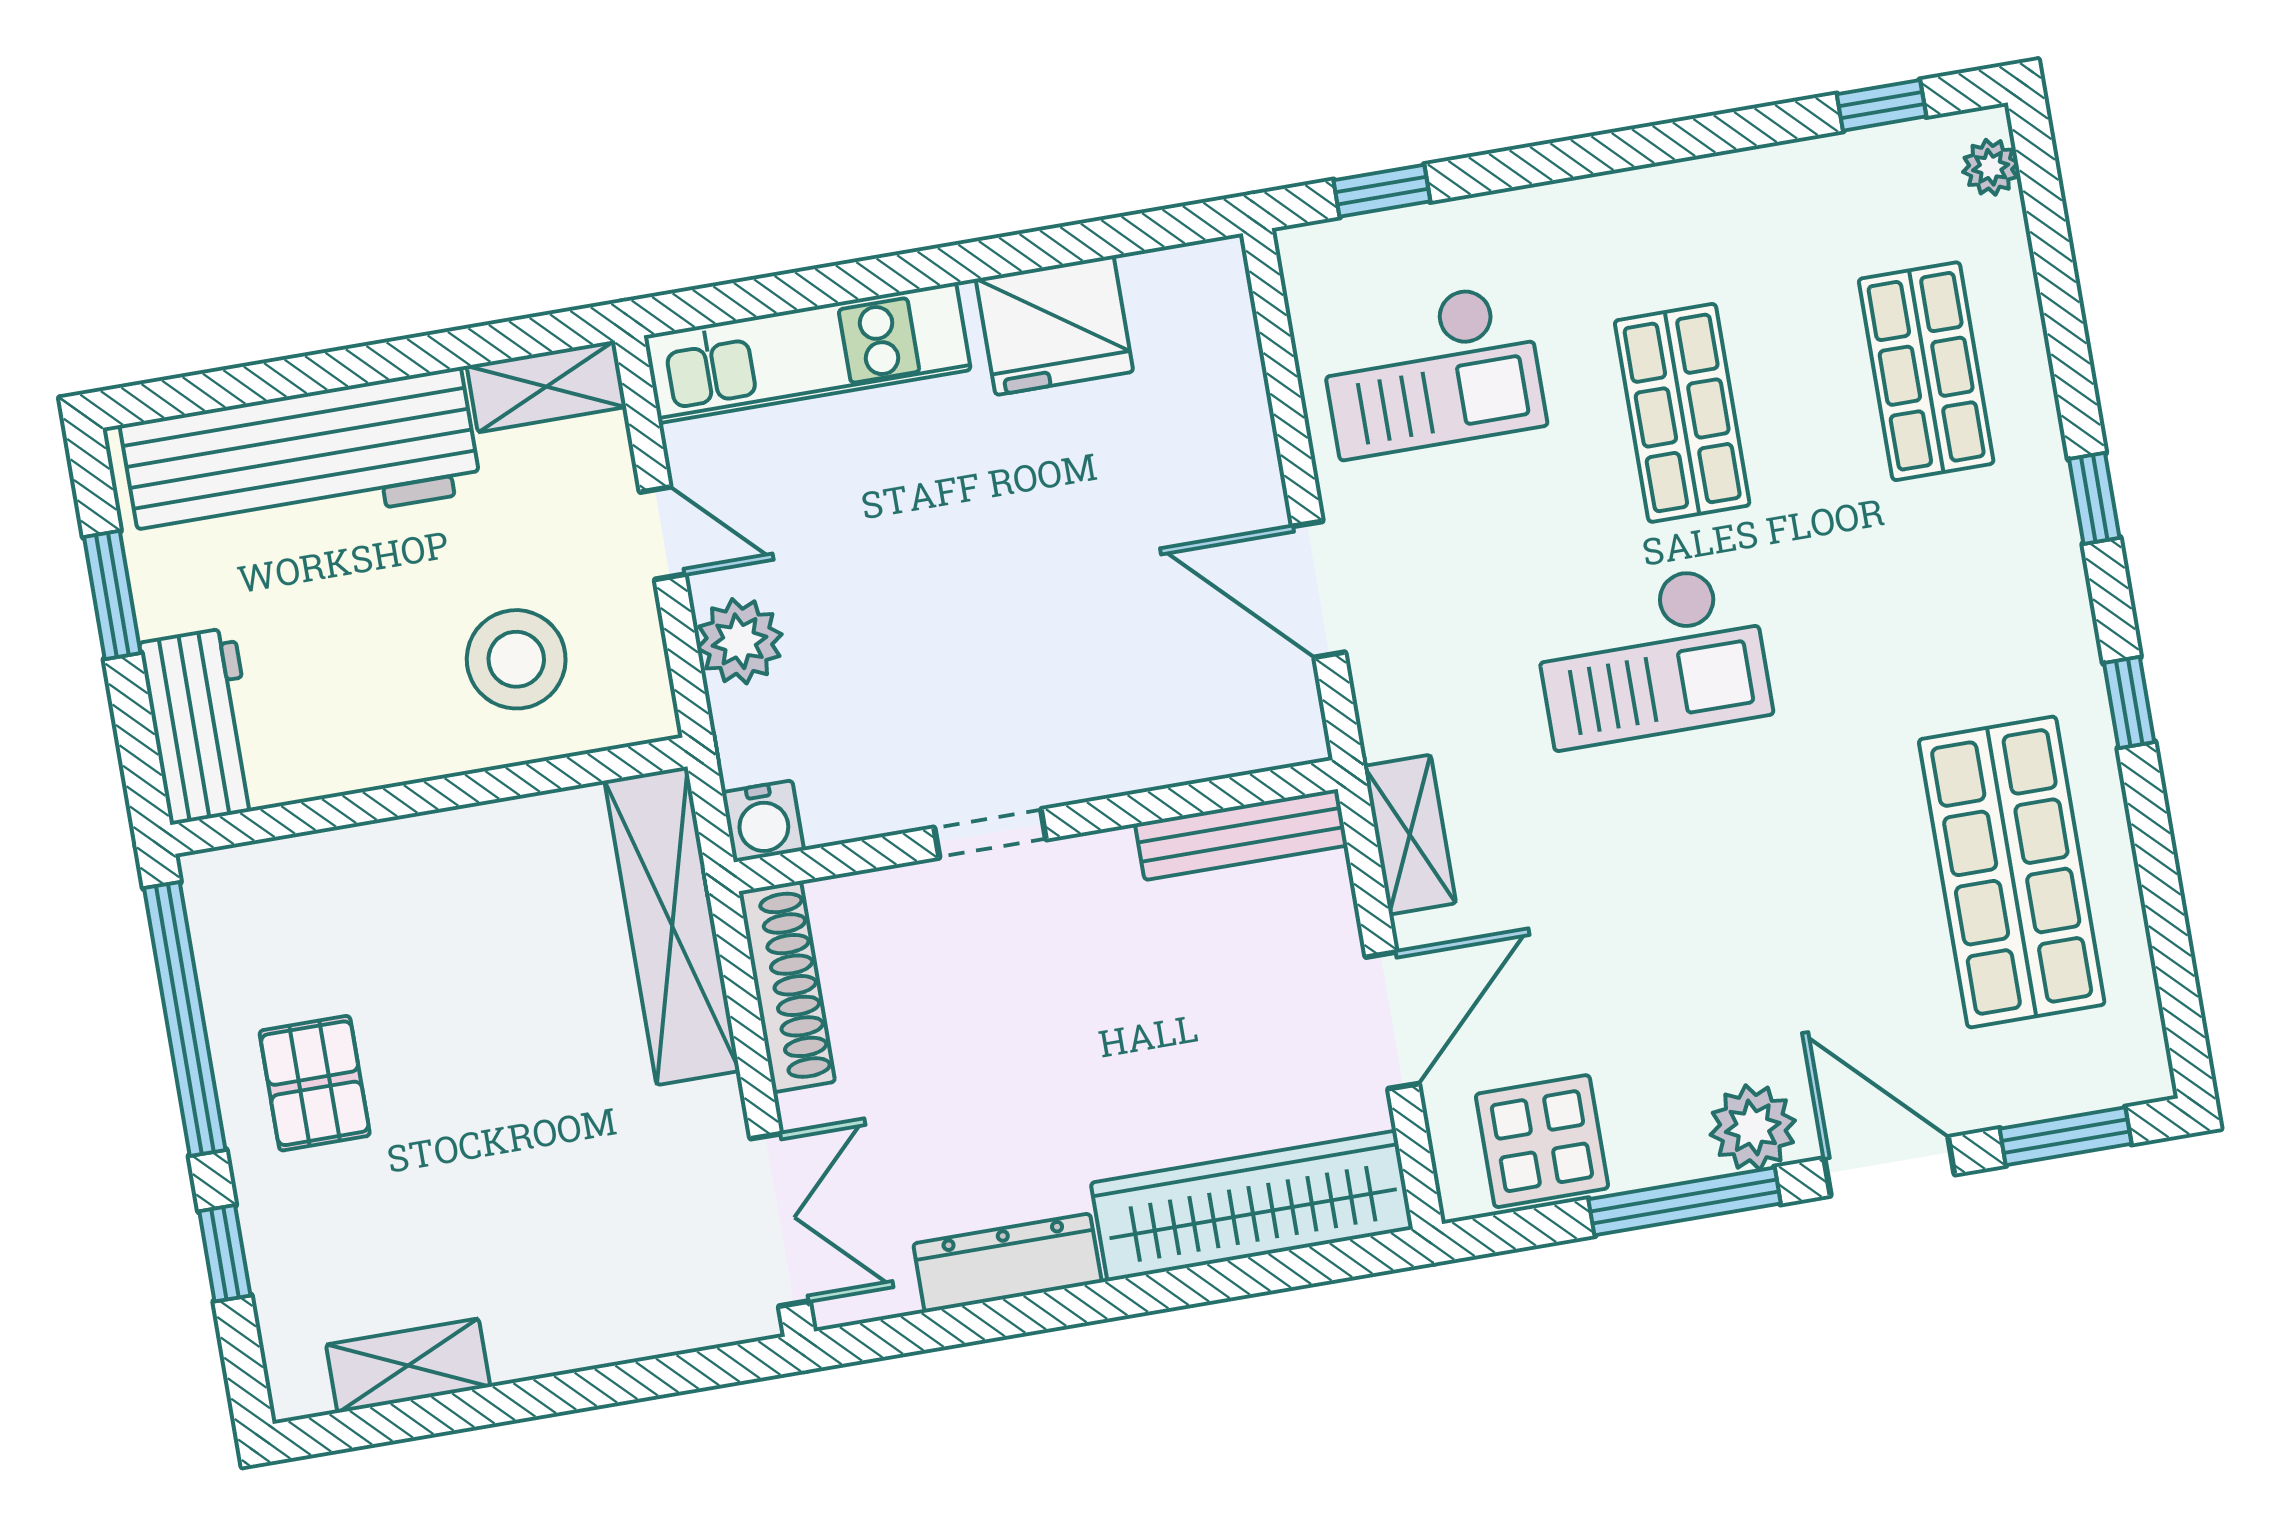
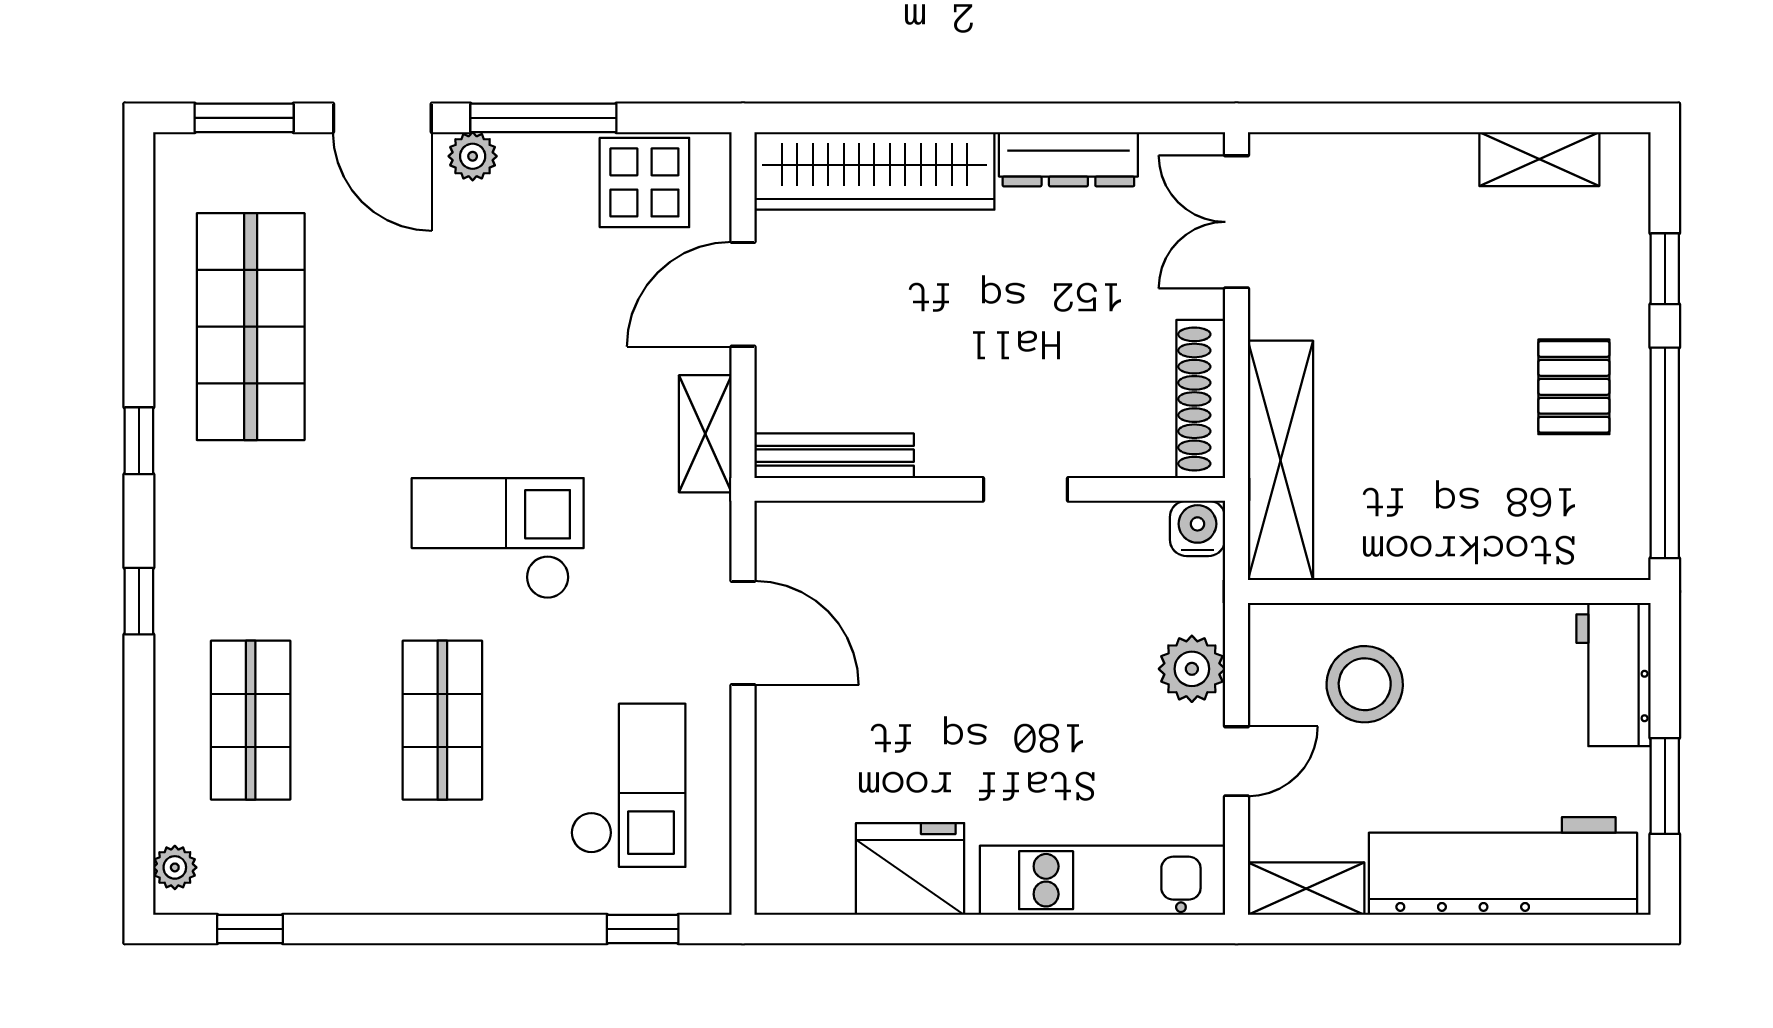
checkout: (1432, 370) -> (628, 785), turned 90
door: (663, 533) -> (1236, 761), swing flipped
plant: (1753, 1128) -> (473, 156), width x0.73, depth x0.73

